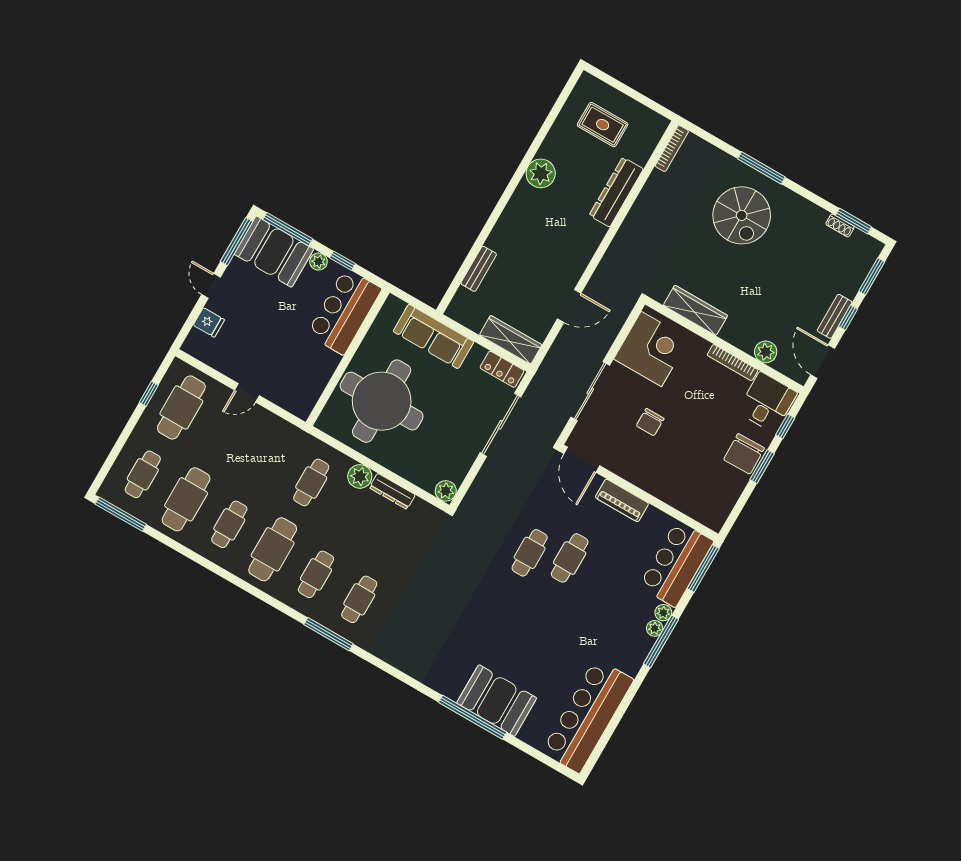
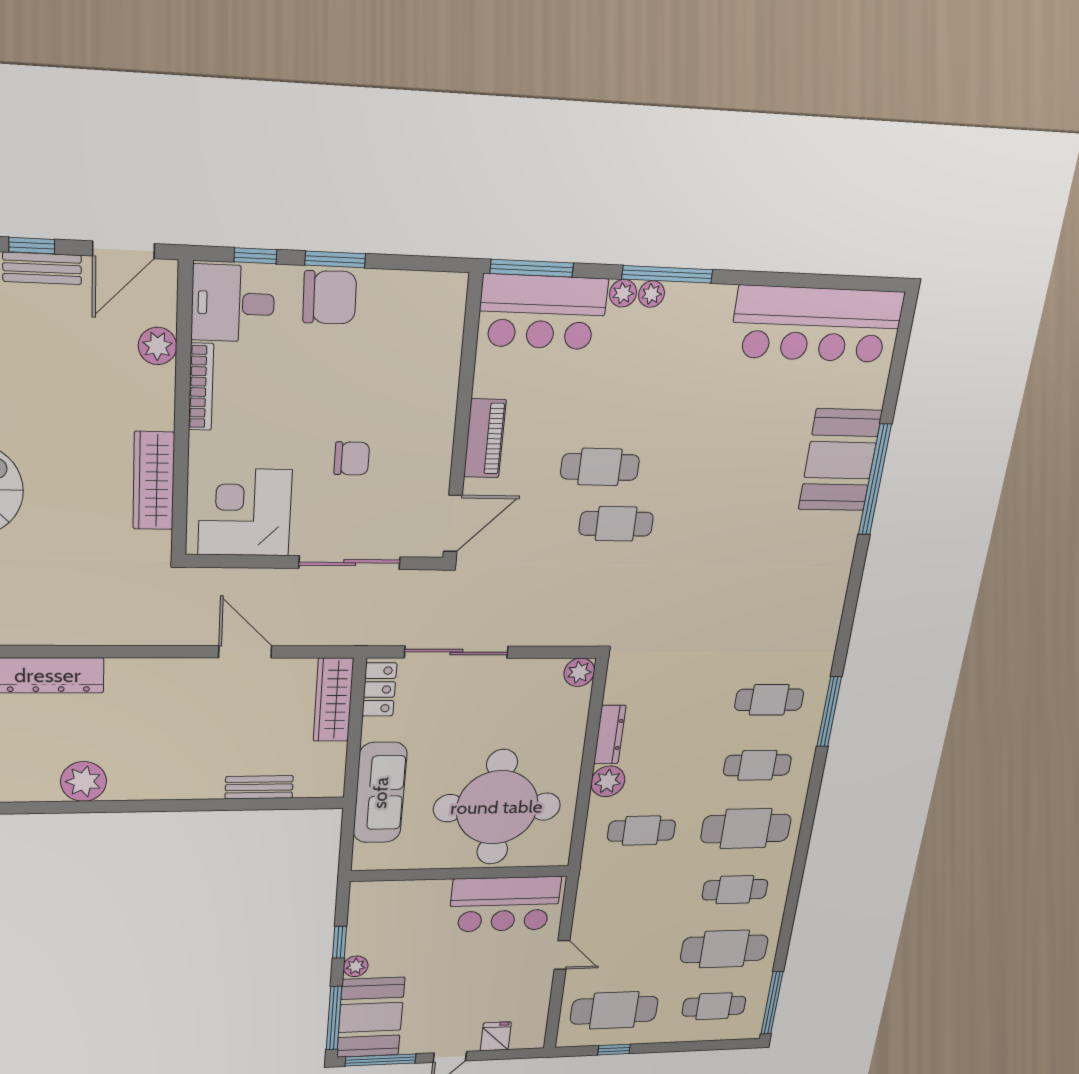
bar counter: (344, 311) -> (505, 904), moved

